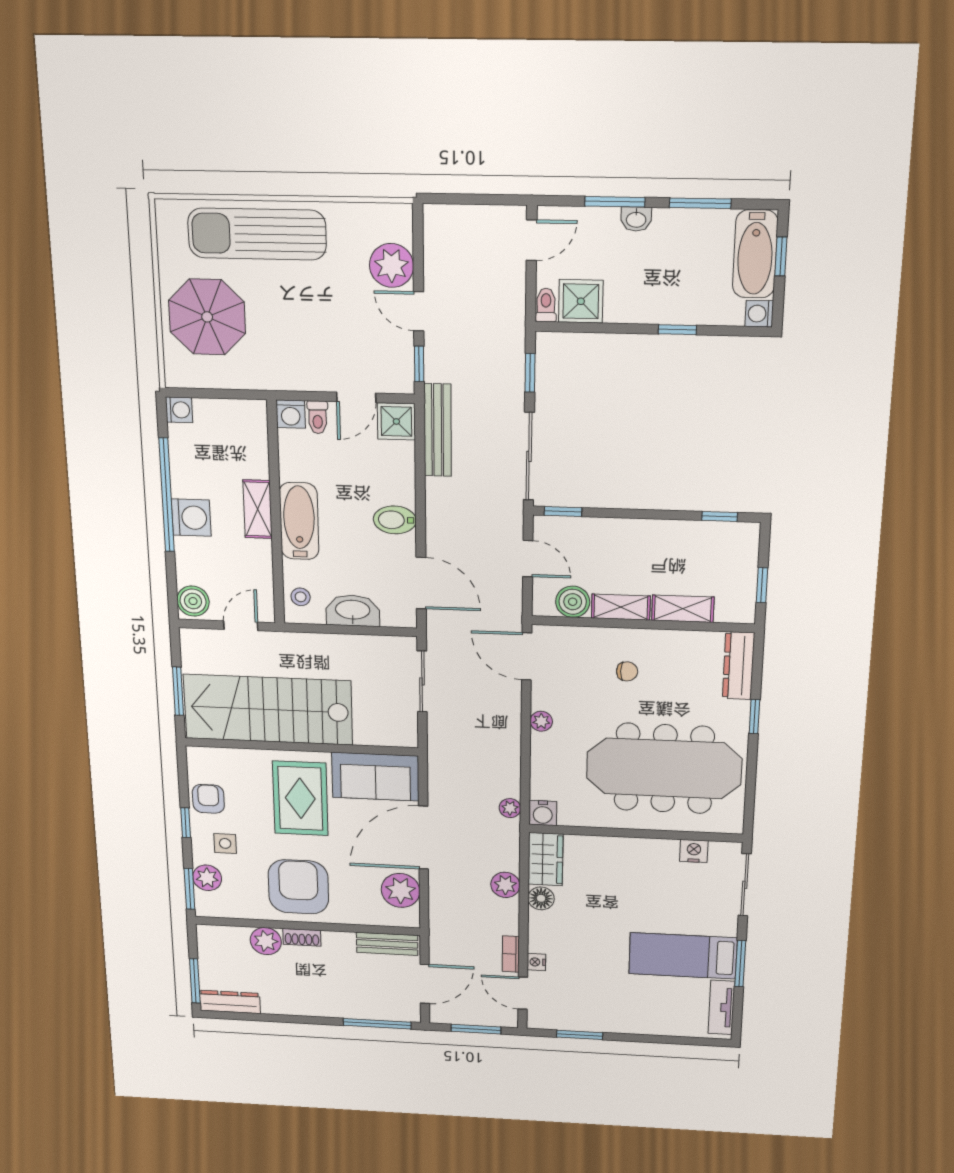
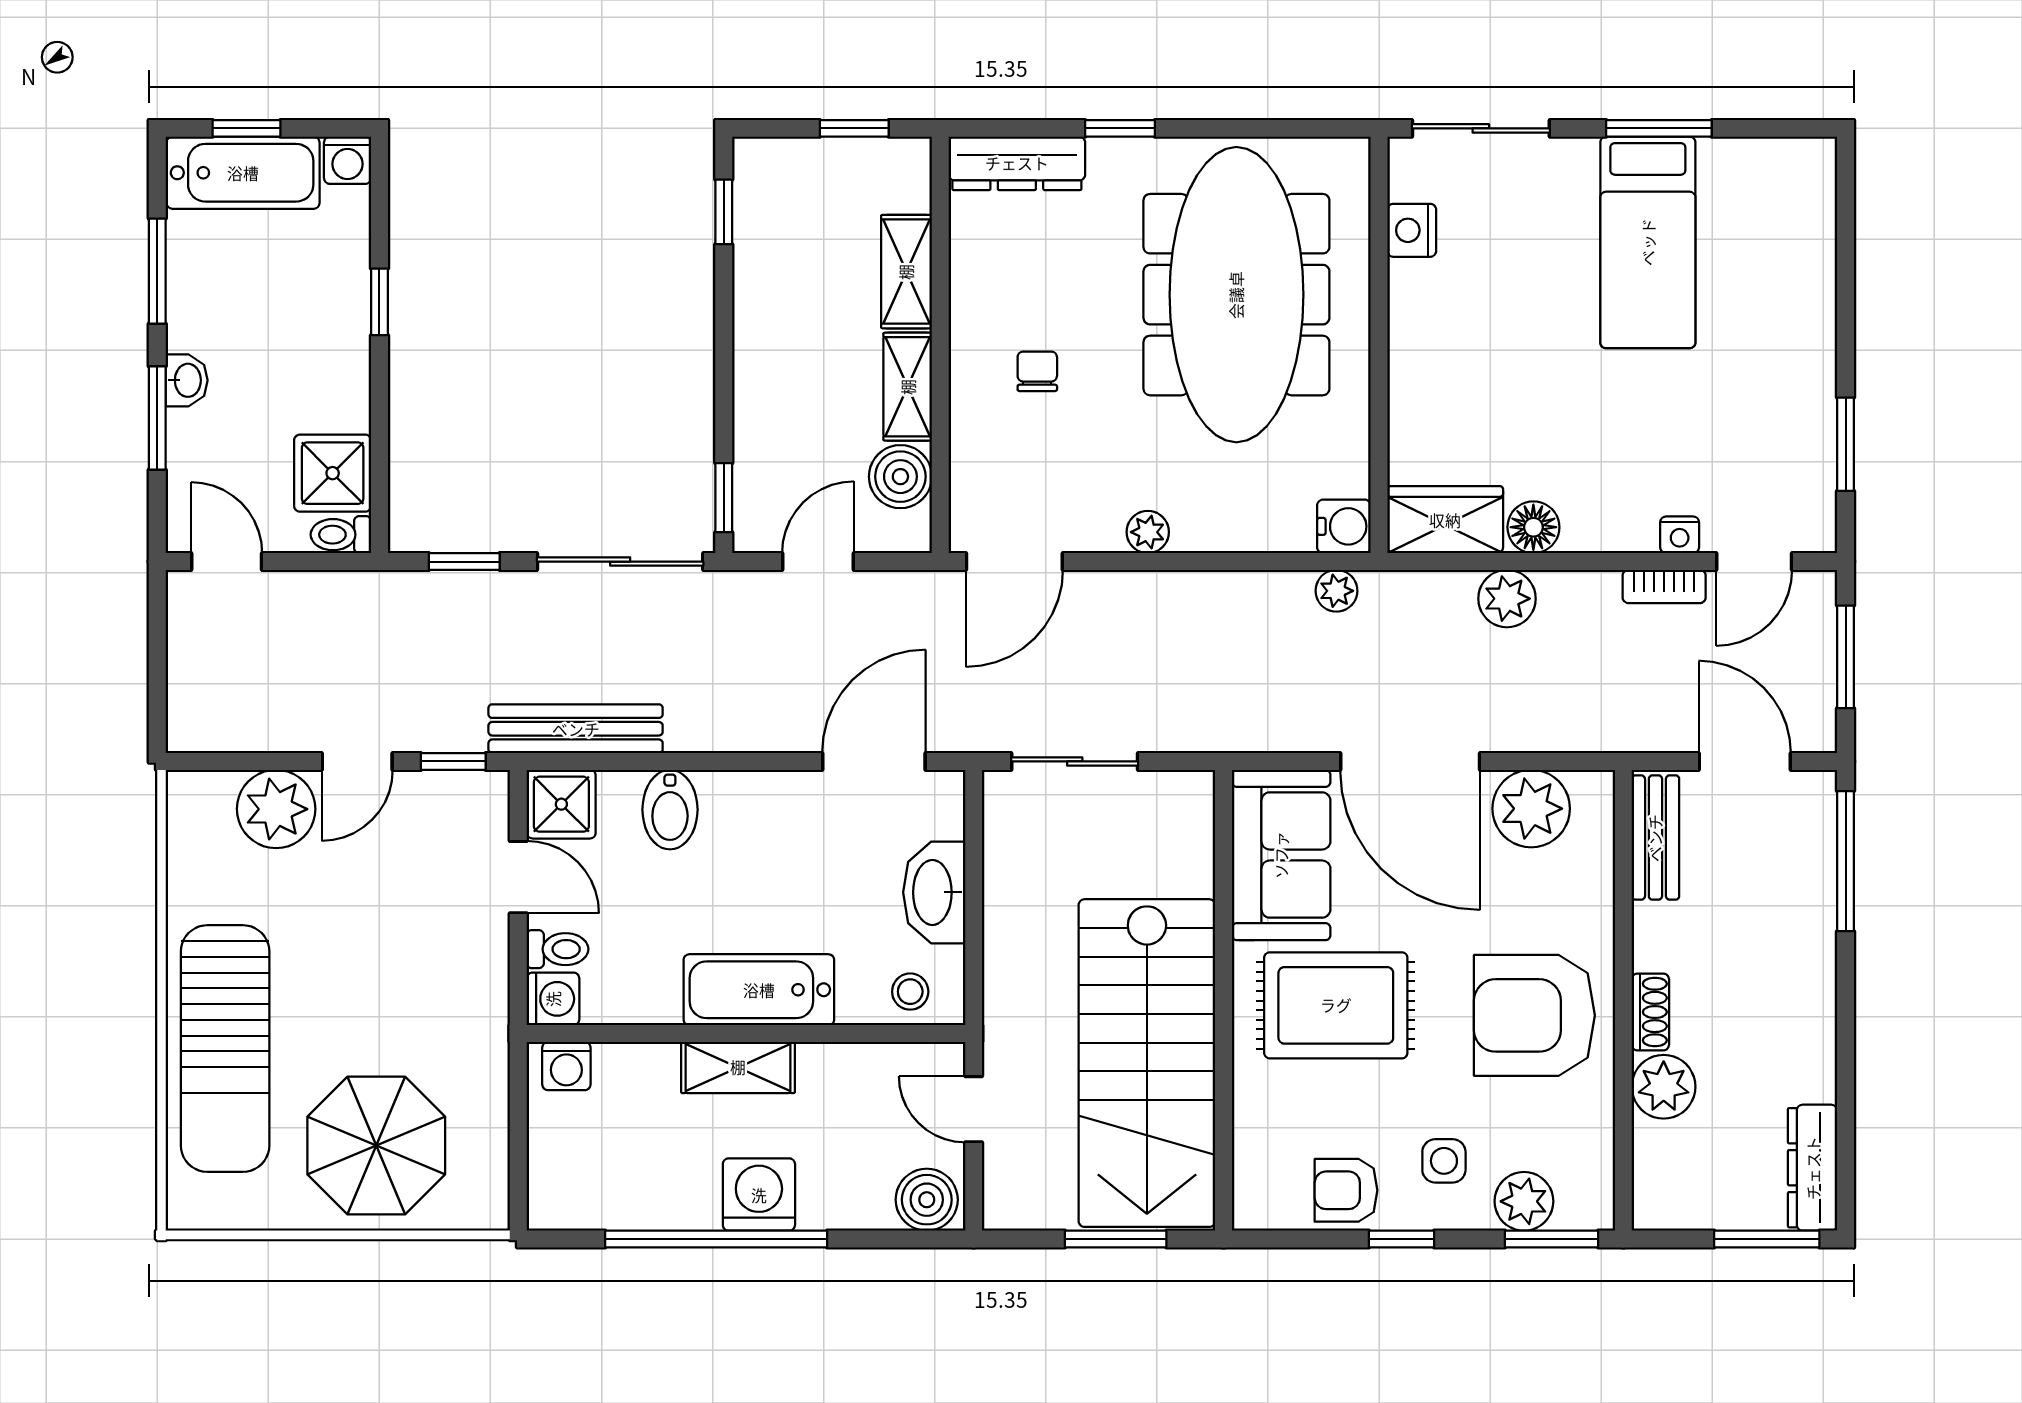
washing machine: (179, 410) -> (566, 1066), moved, turned 180
bidet: (395, 520) -> (670, 810), moved
tv unit: (721, 1007) -> (1763, 161), removed

